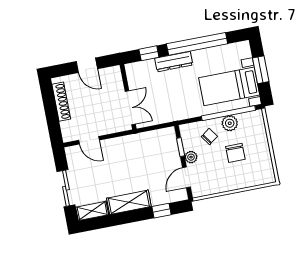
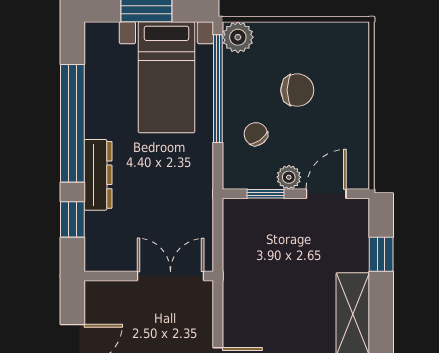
plant: (230, 123) -> (238, 37), moved
door: (186, 177) -> (326, 194), swing flipped

